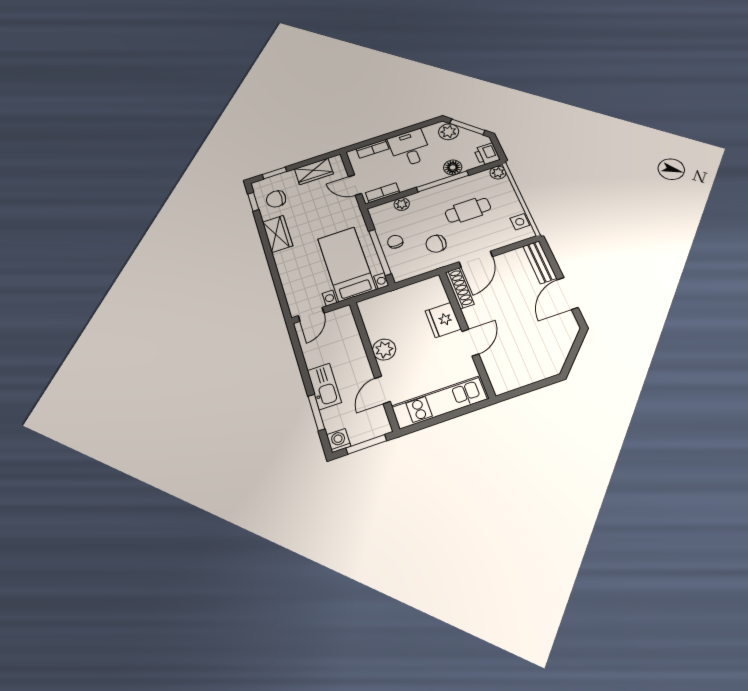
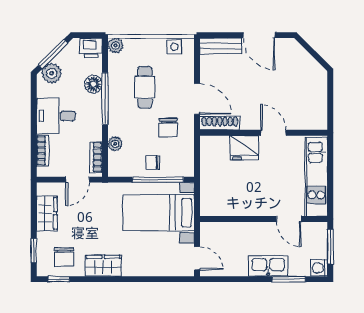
plant: (384, 350) -> (253, 206), removed

